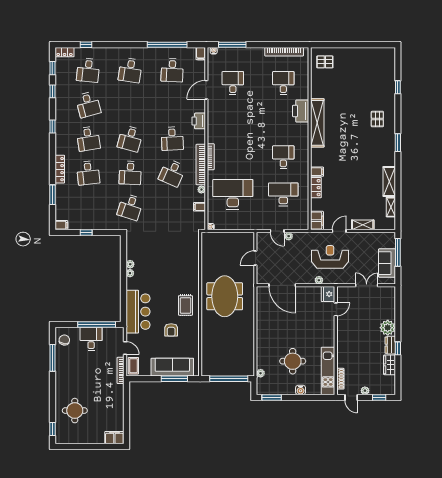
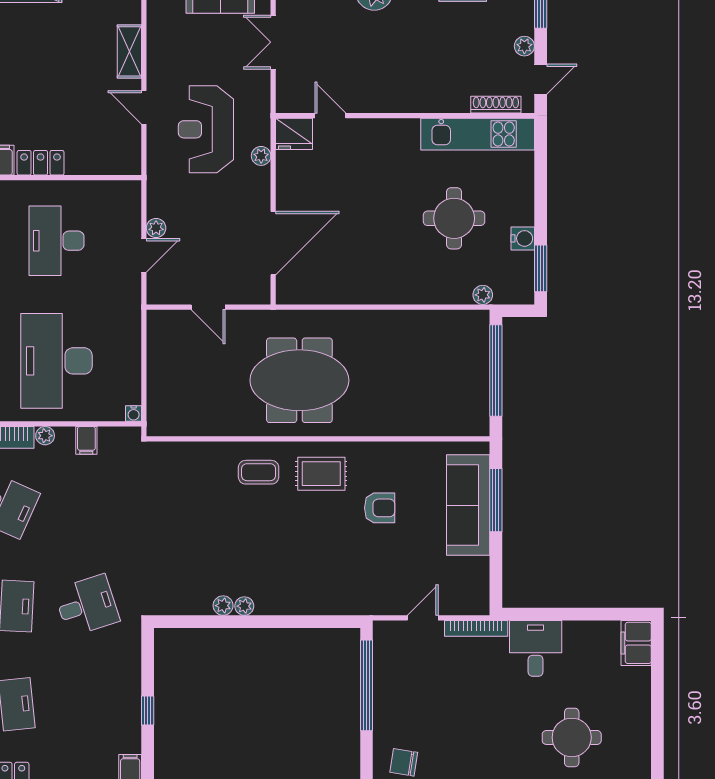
desk: (130, 207) -> (87, 605), turned -36
filing cabinet: (317, 221) -> (119, 160), removed
bar counter: (138, 312) -> (336, 587), removed
desk: (91, 339) -> (536, 648), moved, turned 90
coffee table: (133, 366) -> (259, 472), moved
water cooler: (301, 390) -> (523, 238), moved

